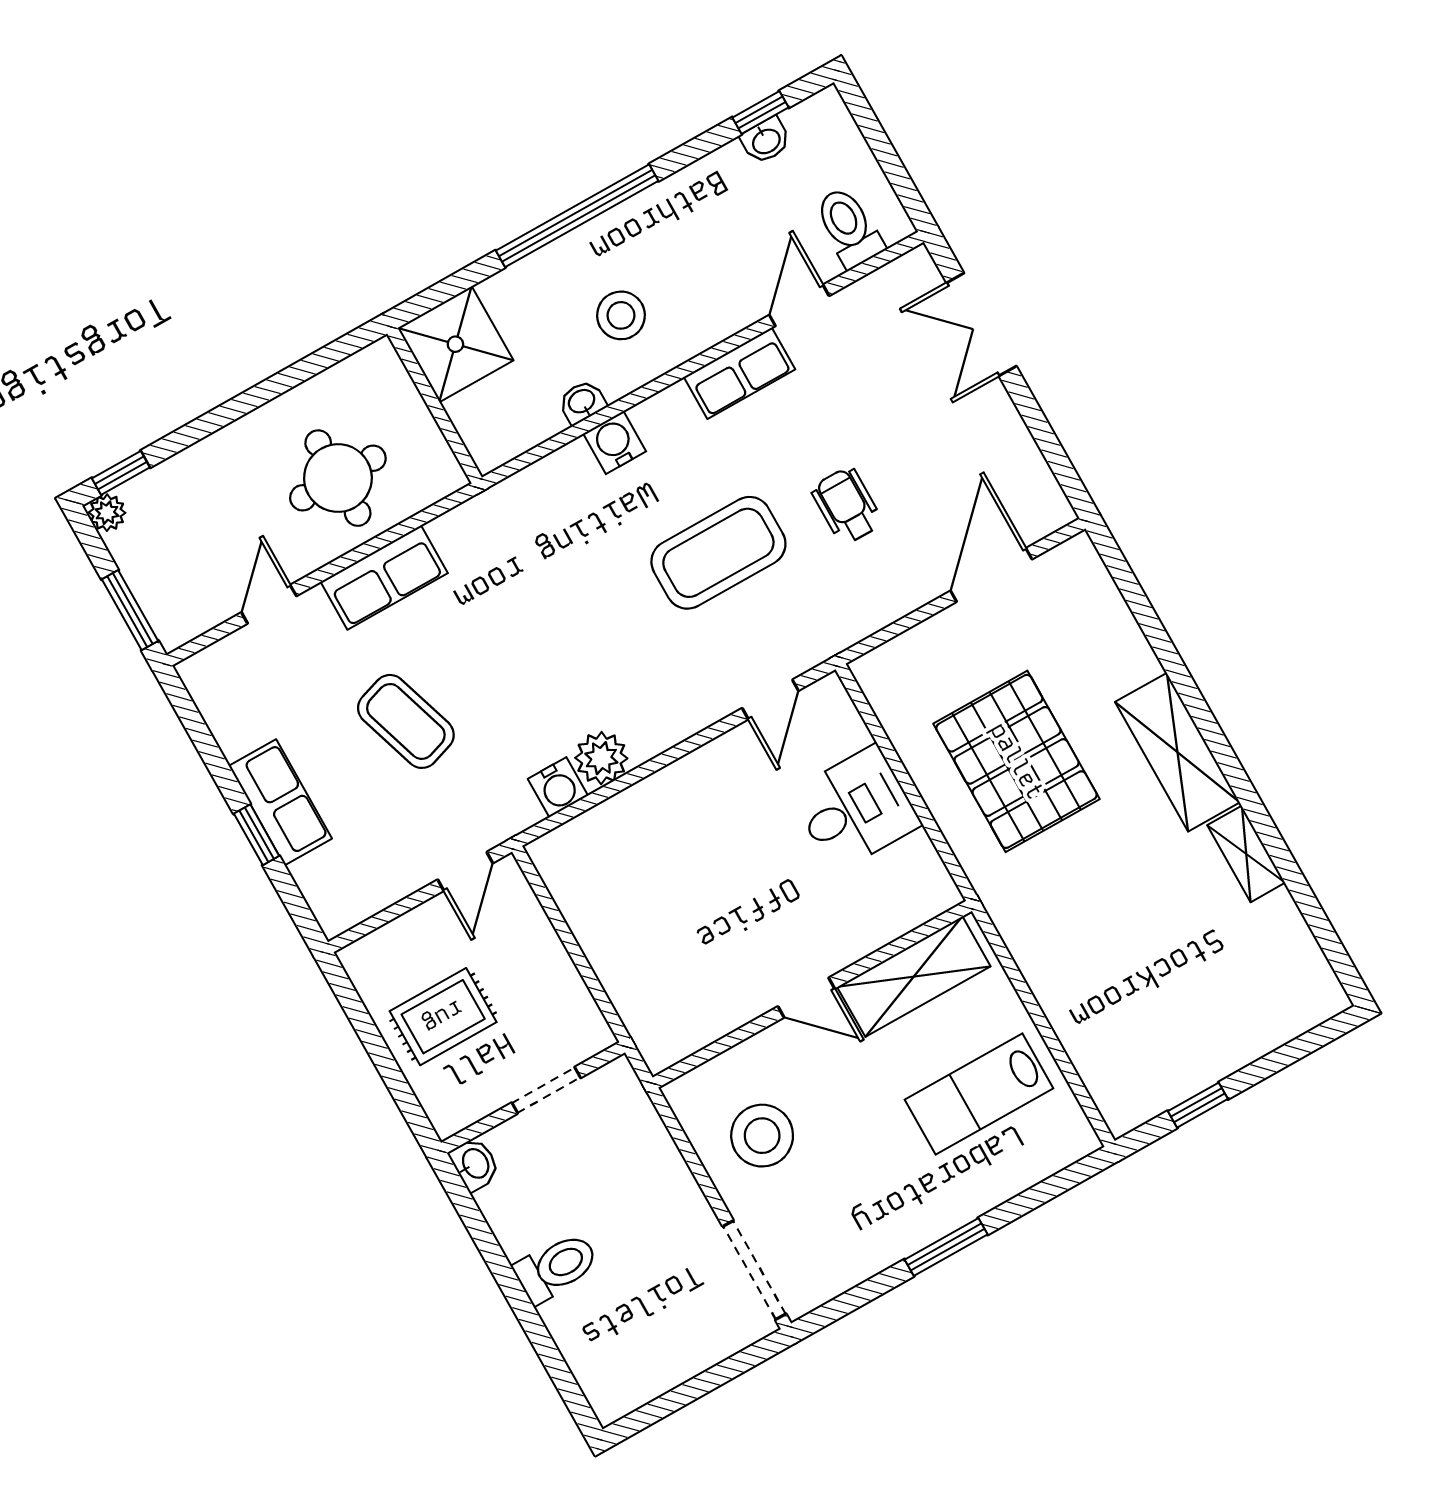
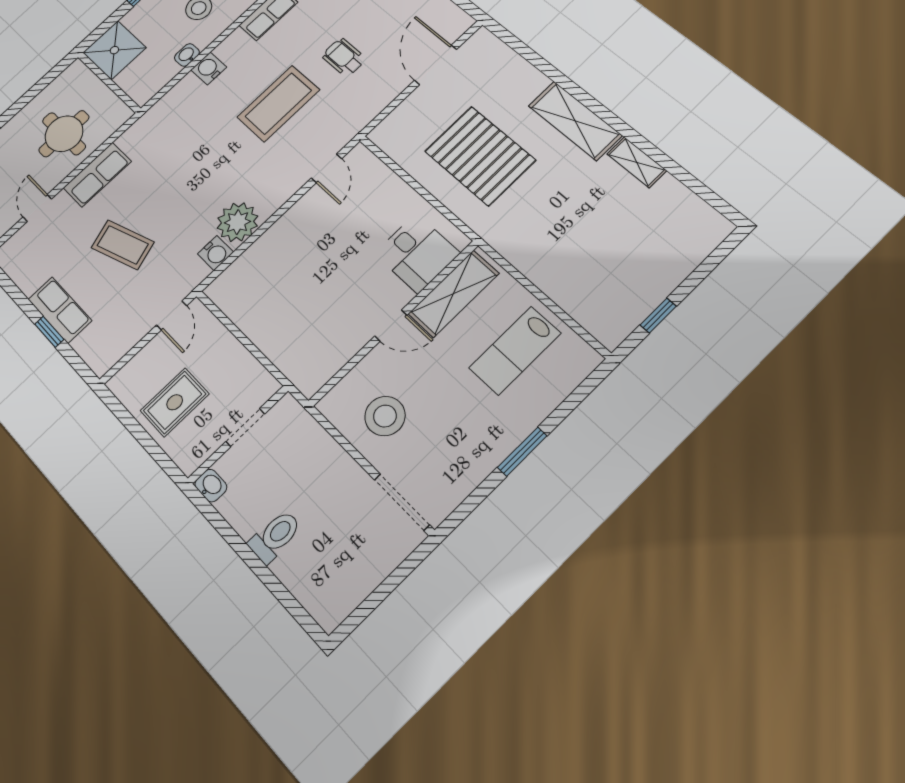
plant: (601, 758) -> (237, 222), width x1.36, depth x1.36
desk: (855, 809) -> (417, 253), moved, turned 90

